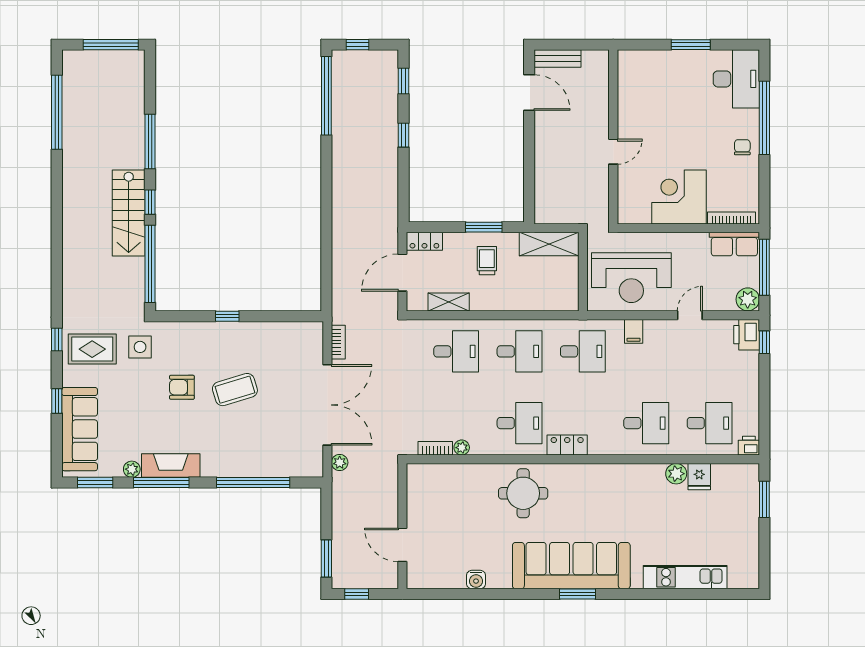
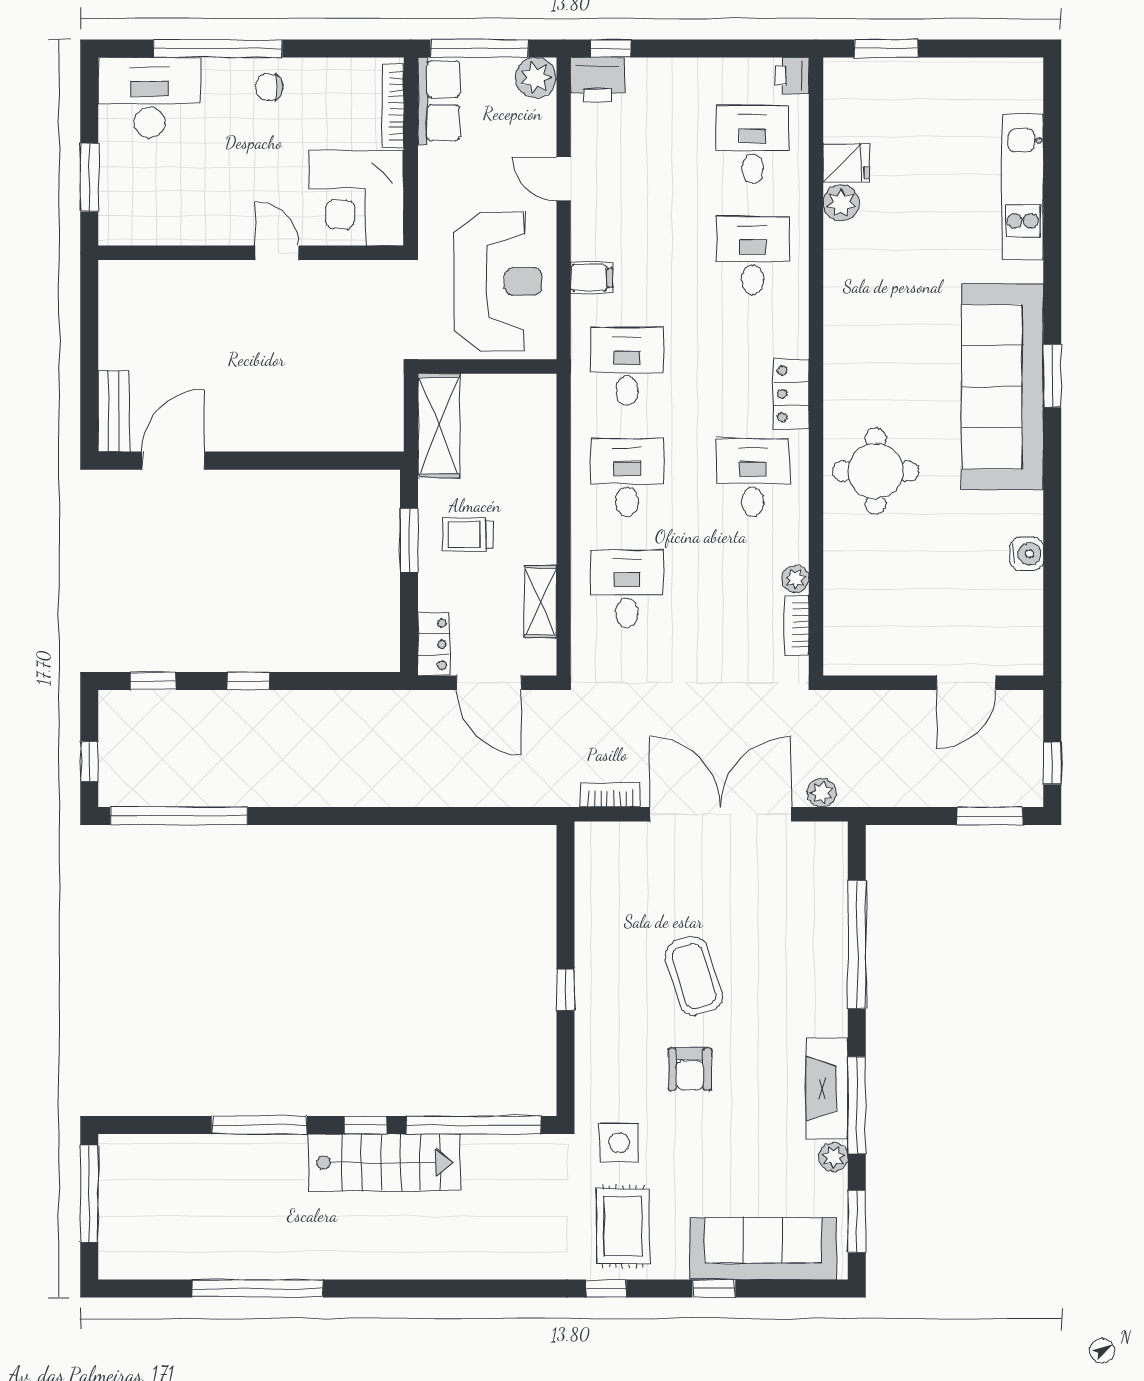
window: (57, 112) -> (257, 1288), moved
wall: (613, 137) -> (251, 253), moved
door: (613, 152) -> (277, 253), moved

